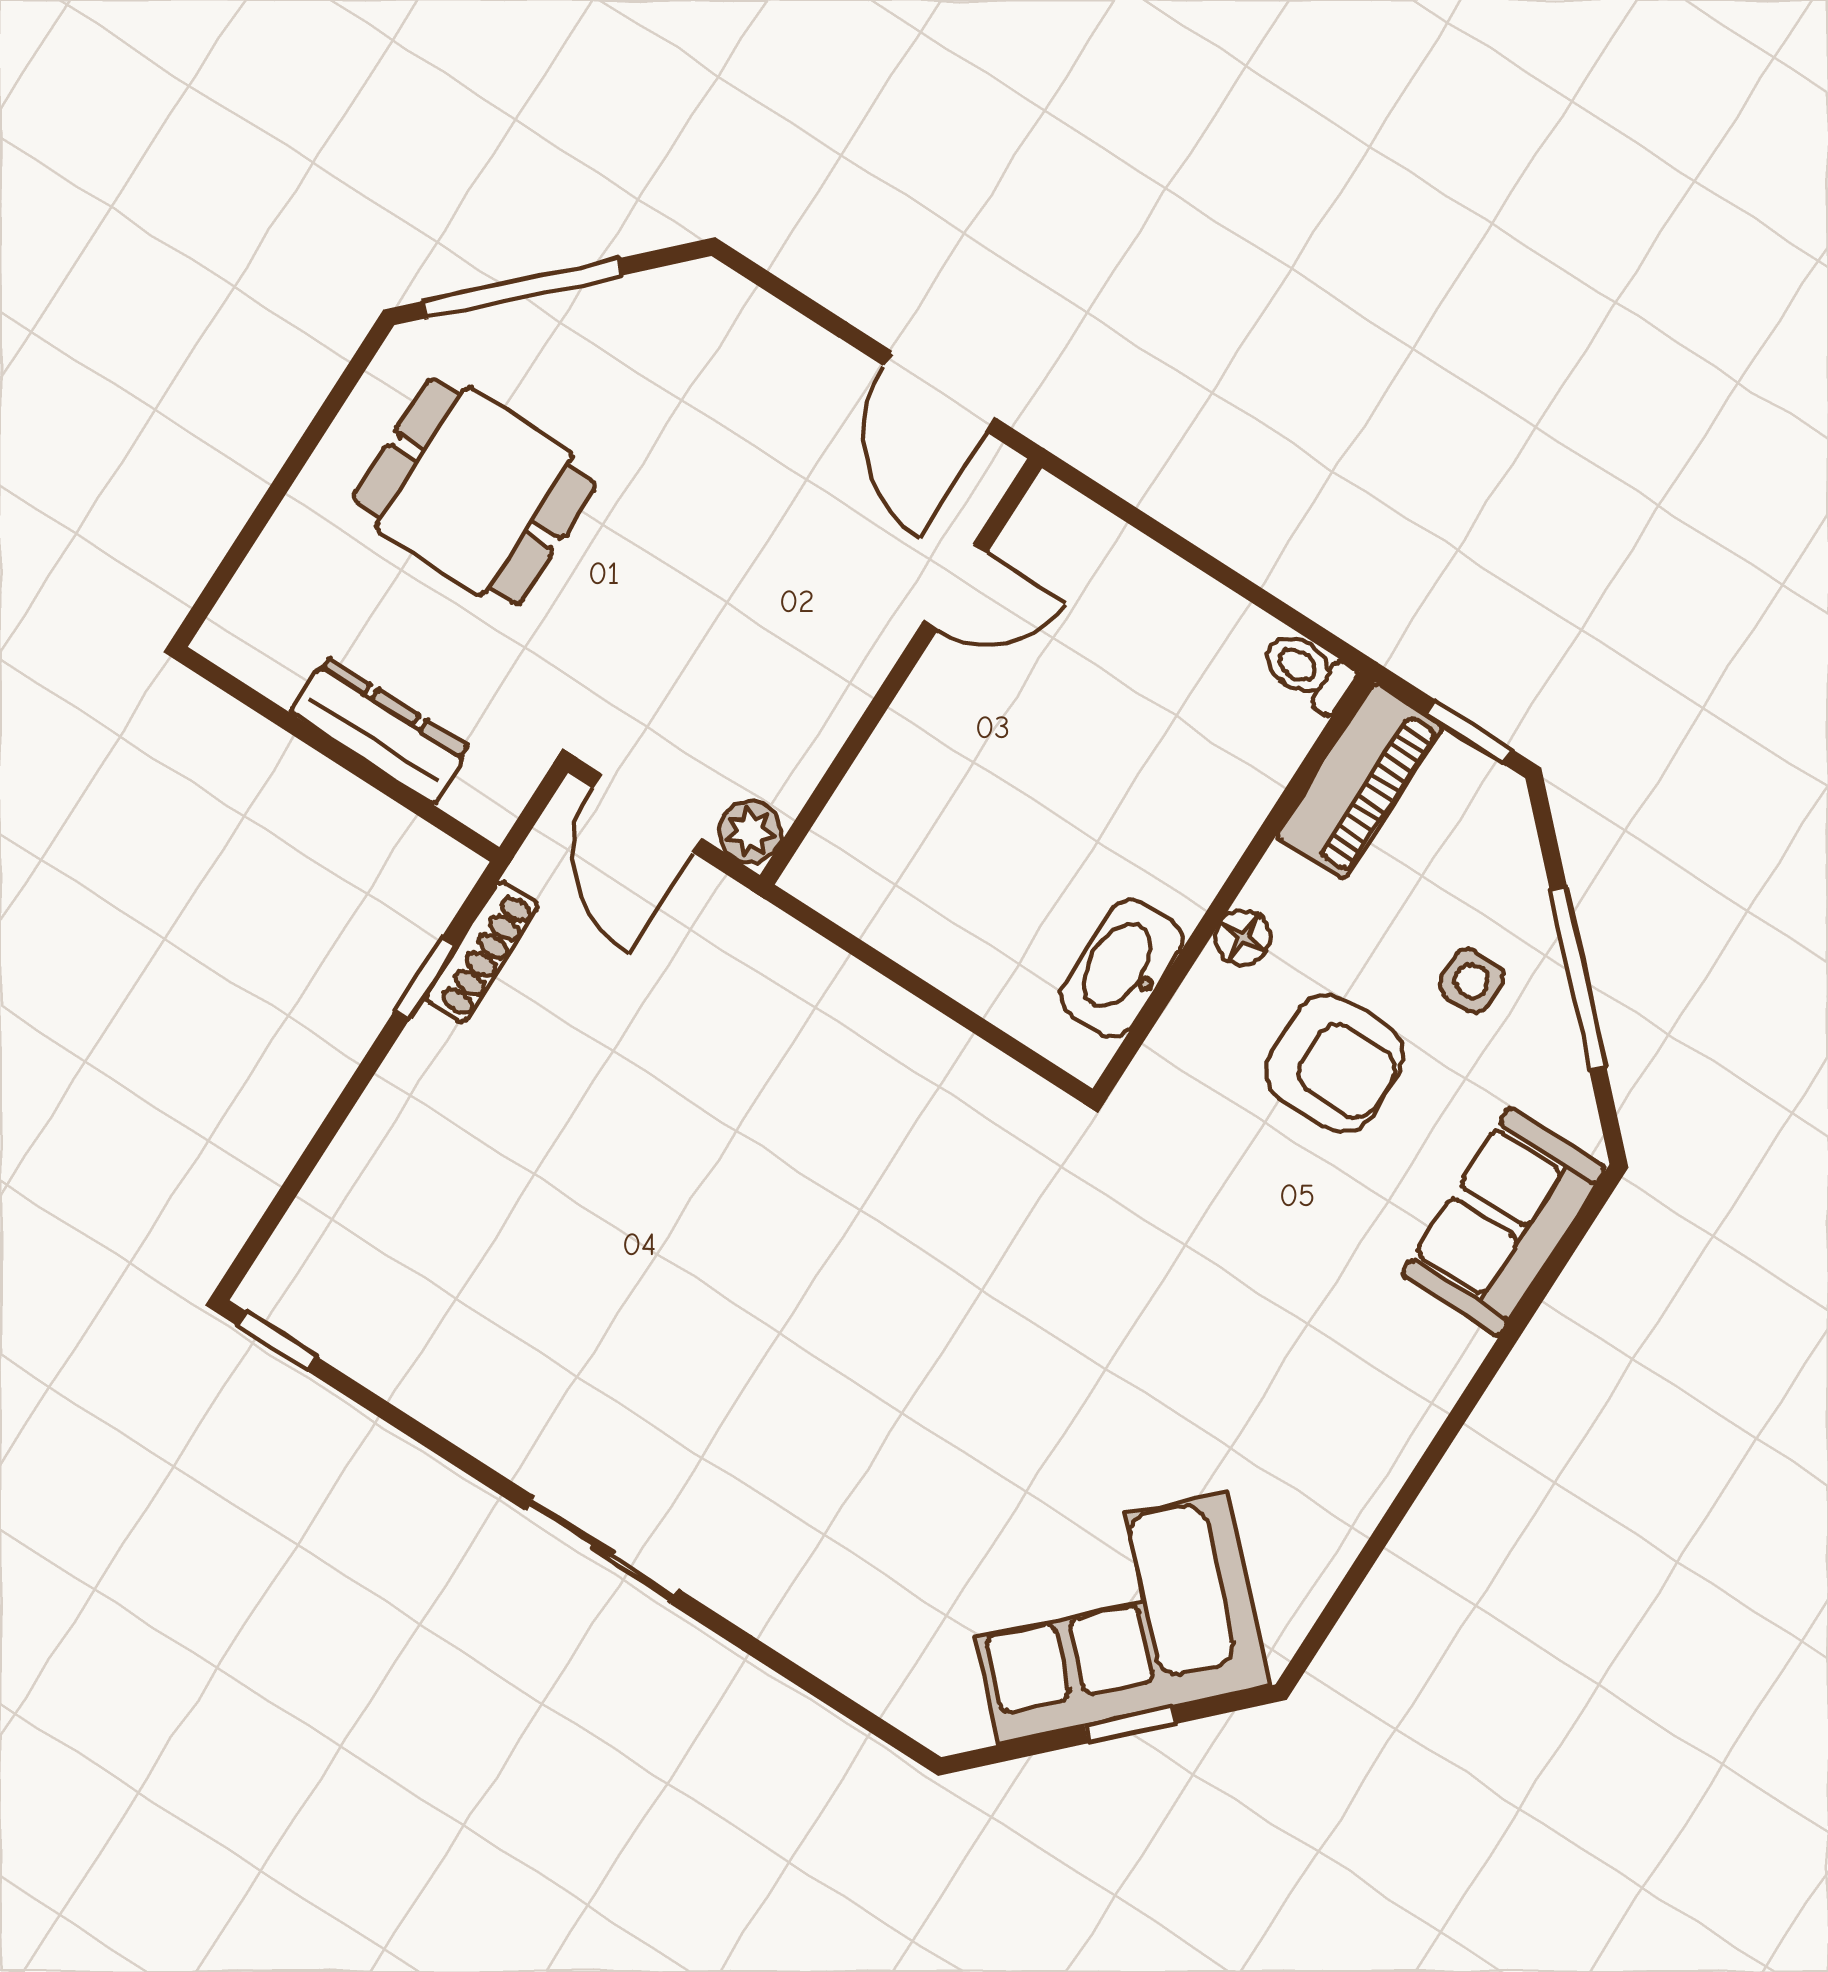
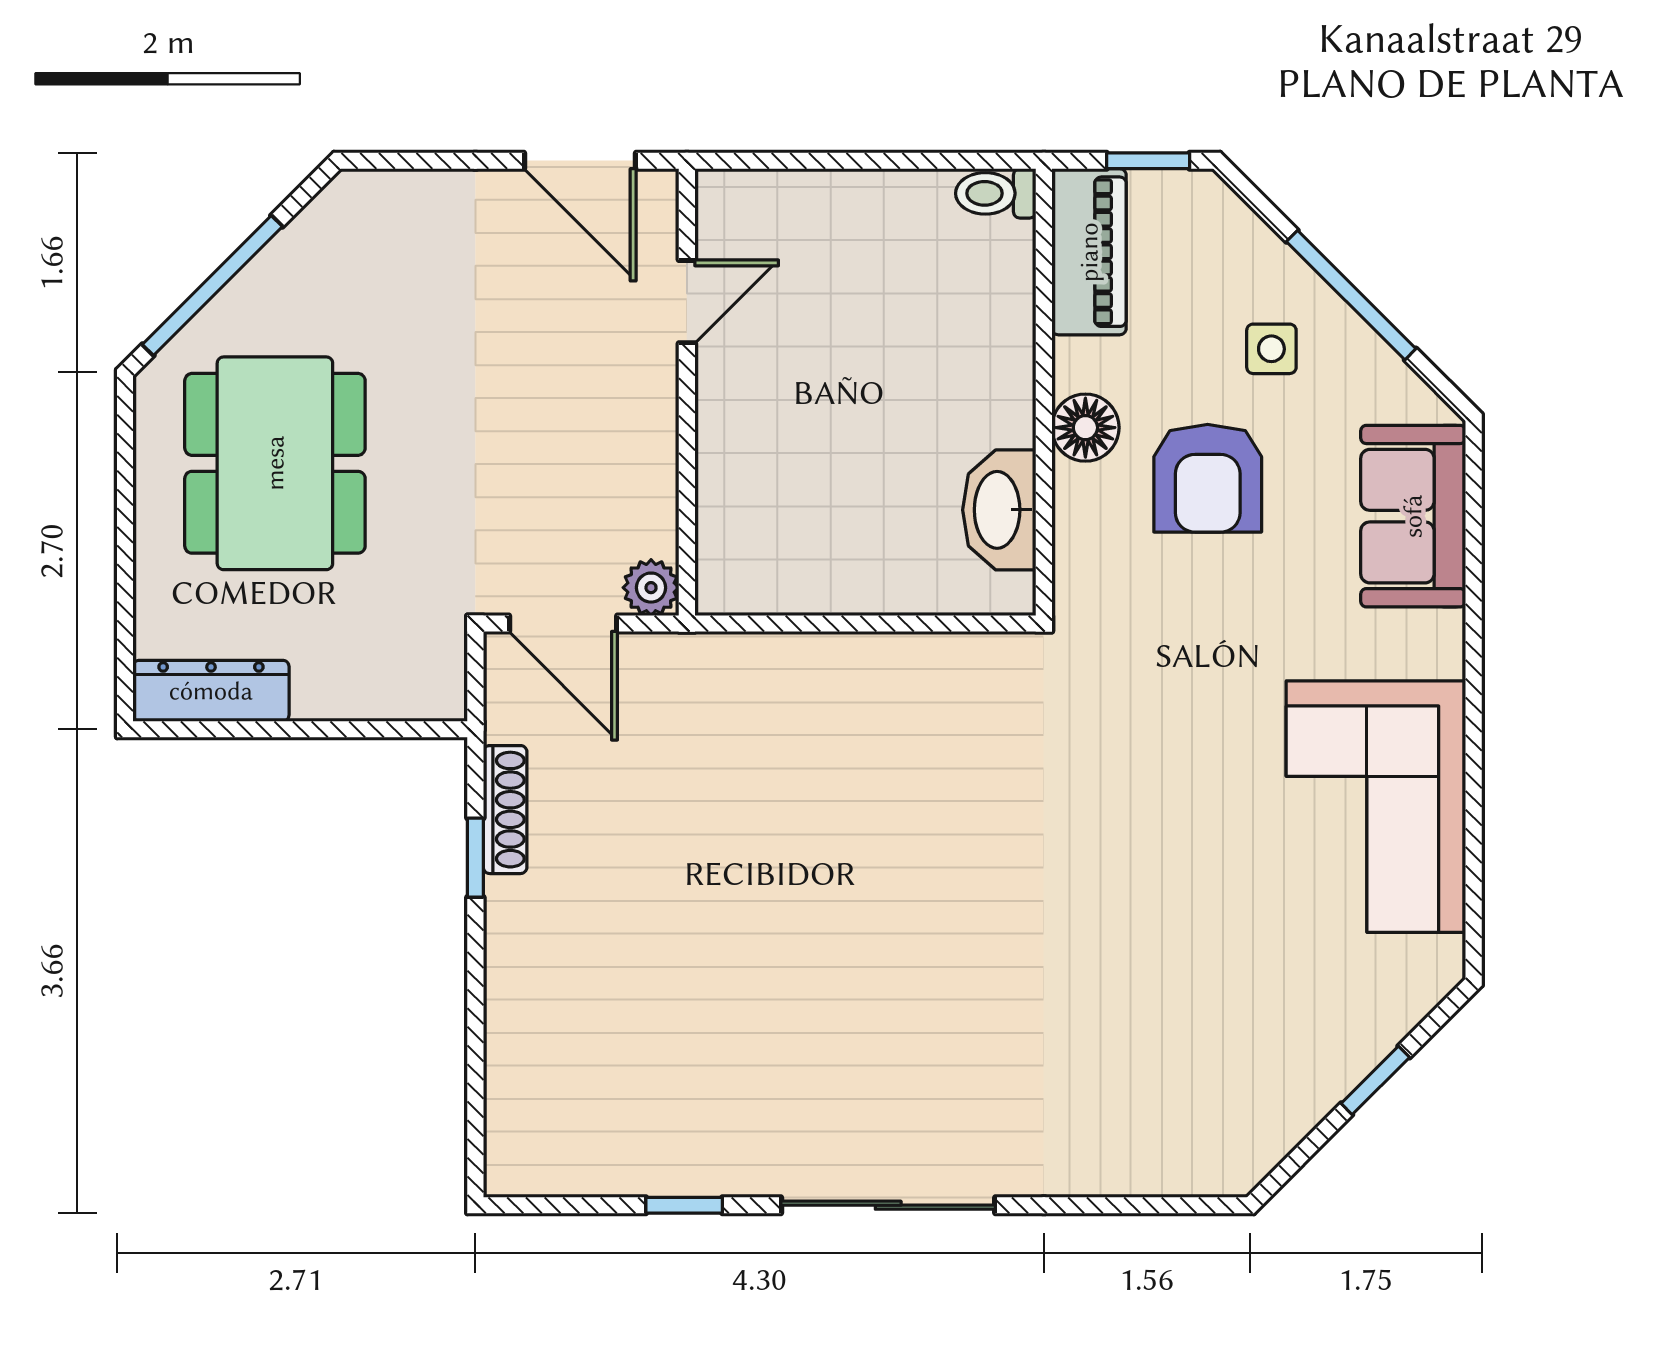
dining table: (474, 491) -> (275, 463), width x1.38
dresser: (380, 730) -> (211, 691), moved
floor lamp: (1243, 938) -> (1085, 428), width x1.37, depth x1.37
armchair: (1335, 1063) -> (1208, 478), turned 90
window: (277, 1341) -> (684, 1205), moved
sliding door: (602, 1550) -> (888, 1205), width x1.37
corner sofa: (1113, 1618) -> (1376, 807), moved, turned -45

